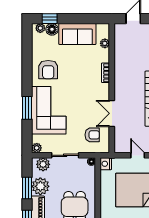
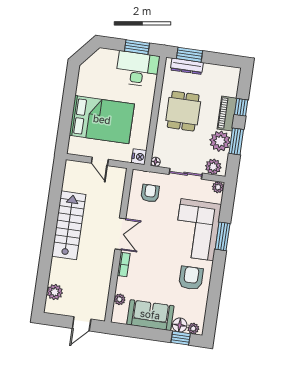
double door: (112, 113) -> (120, 234), moved
armchair: (92, 135) -> (150, 193), turned 90

